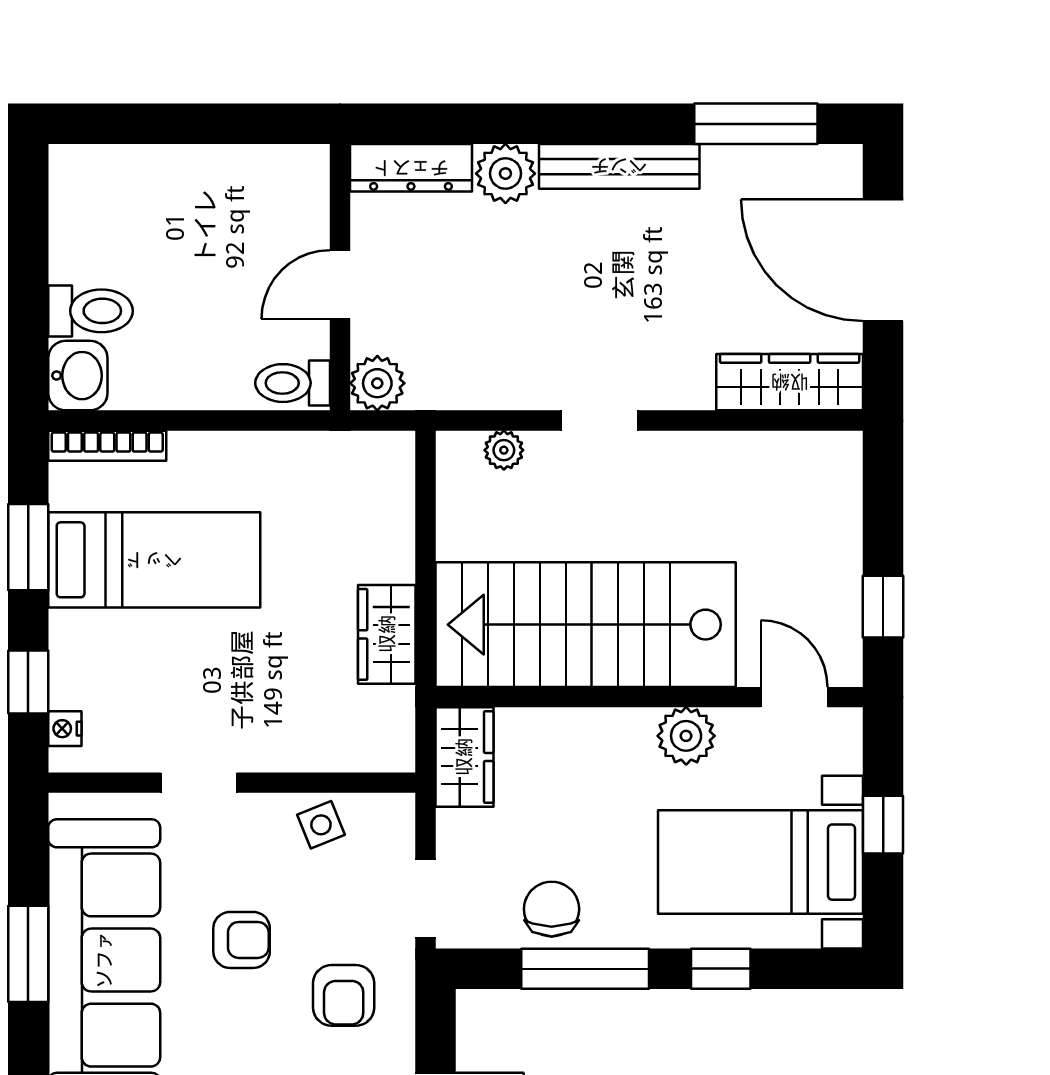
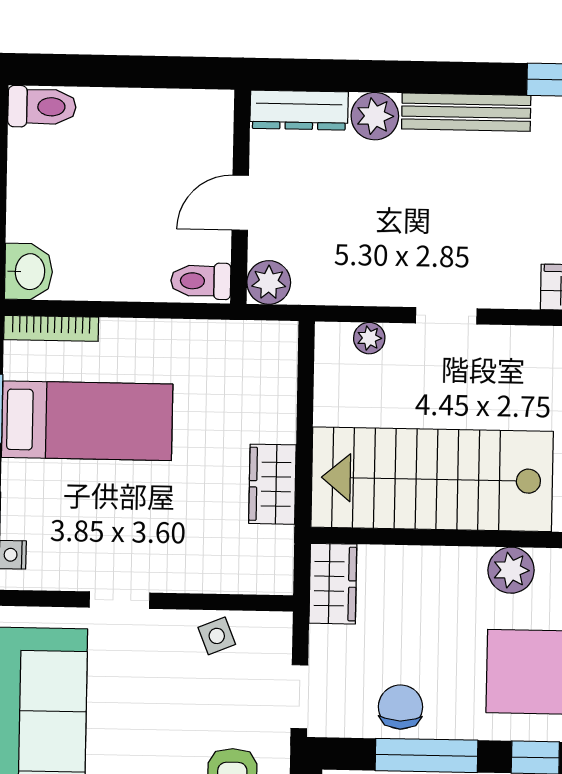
toilet: (91, 311) -> (42, 107), moved
armchair: (242, 940) -> (151, 727), removed

